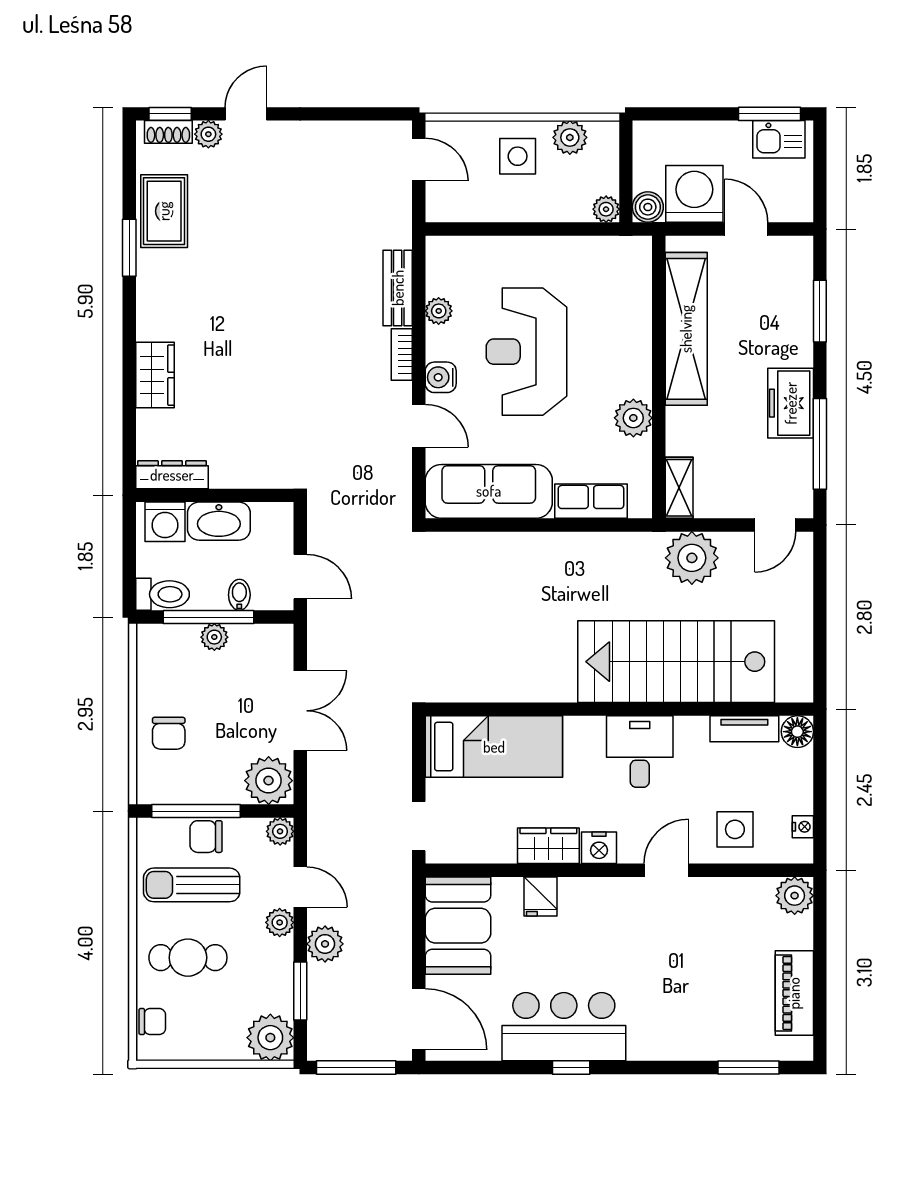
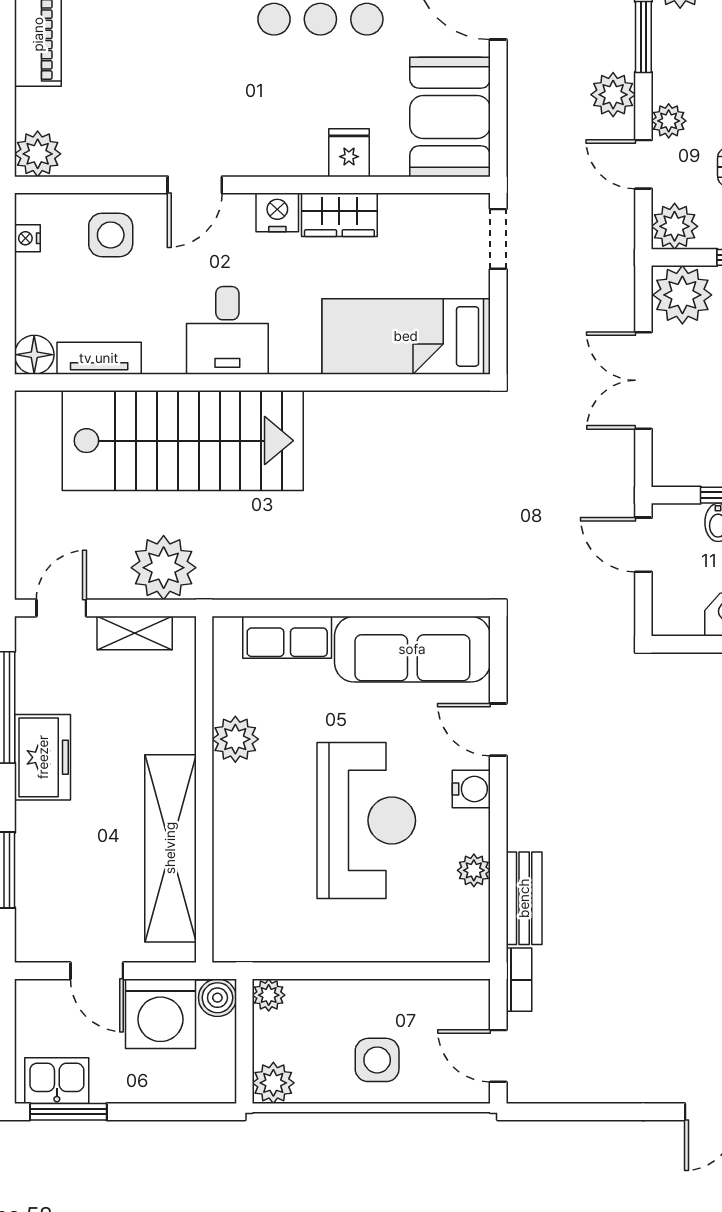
plant: (570, 137) -> (273, 1083), moved
bookcase: (402, 354) -> (519, 980), moved
shelving: (679, 488) -> (135, 633), moved, turned 90
plant: (280, 831) -> (675, 226), width x1.38, depth x1.38

